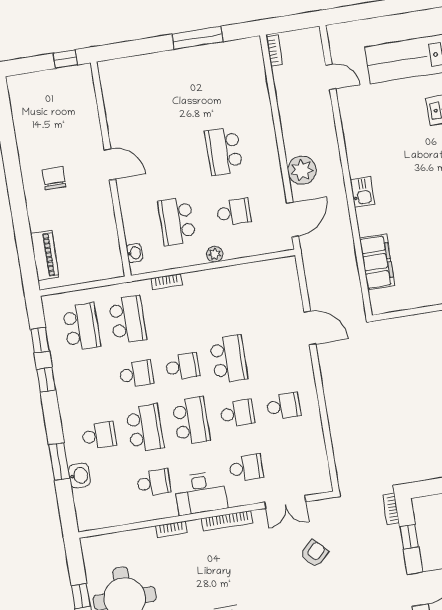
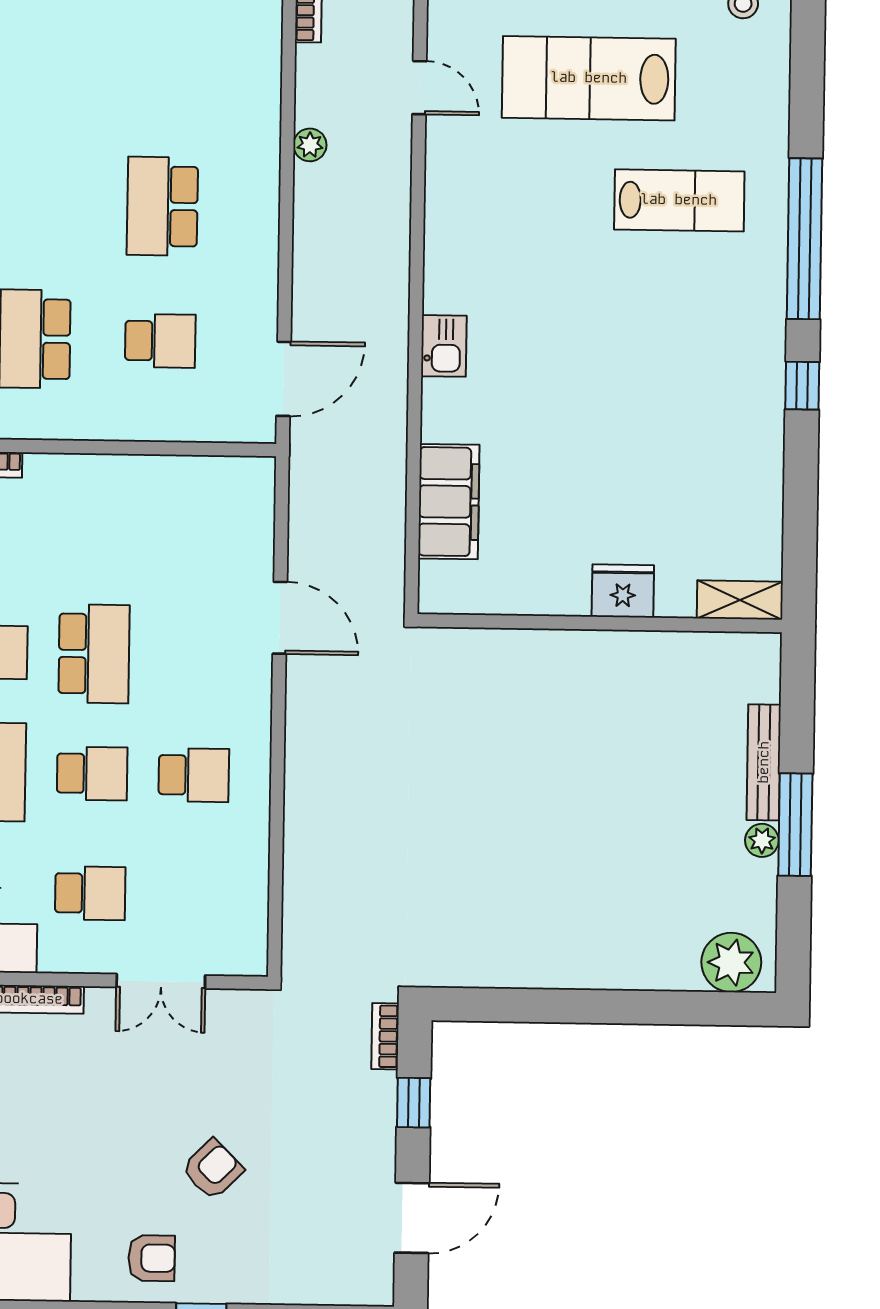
plant: (302, 170) -> (310, 145), moved, width x0.53, depth x0.53
plant: (215, 254) -> (104, 424), removed
armchair: (314, 554) -> (213, 1169), moved

